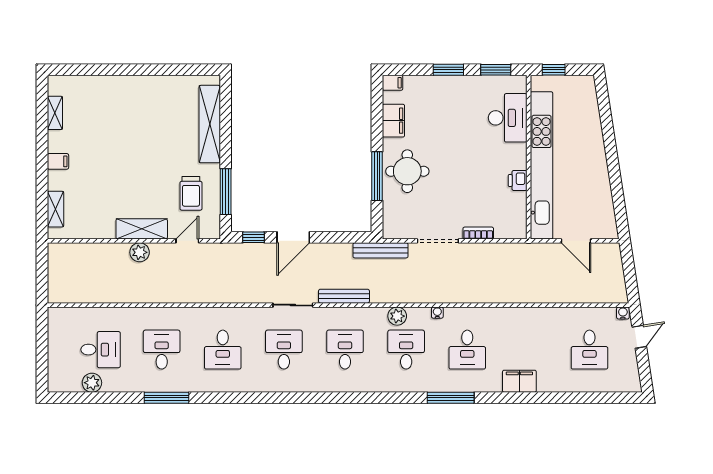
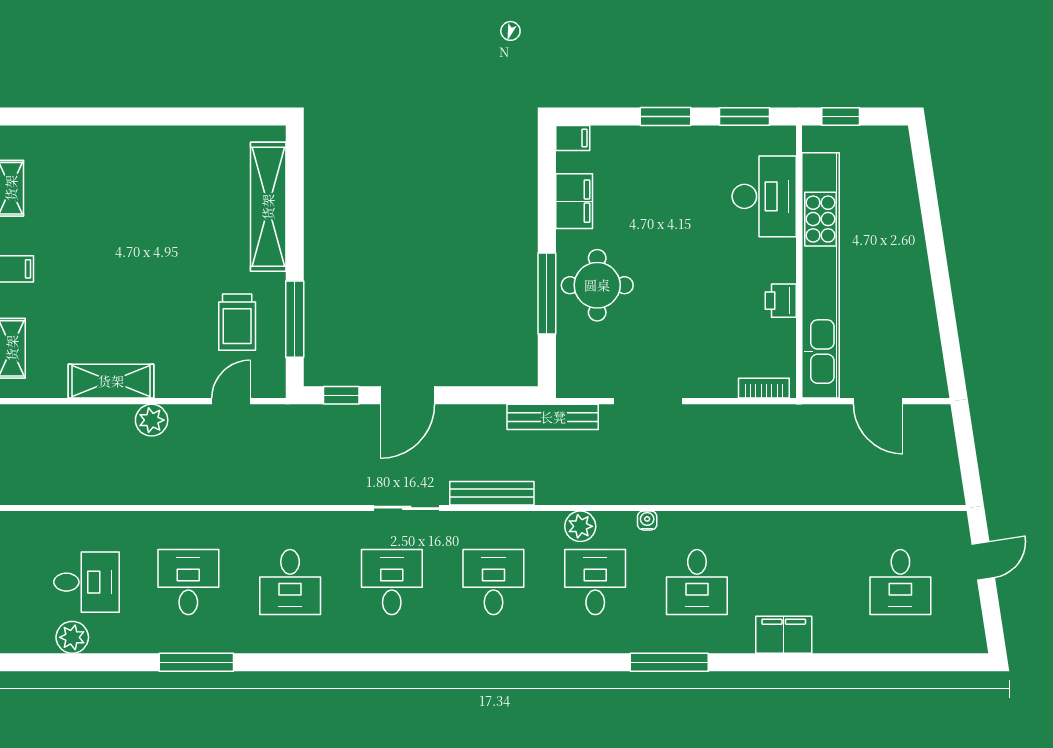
shelving: (142, 229) -> (111, 381), moved
bookcase: (478, 233) -> (764, 388), moved
water cooler: (623, 313) -> (956, 521), removed

